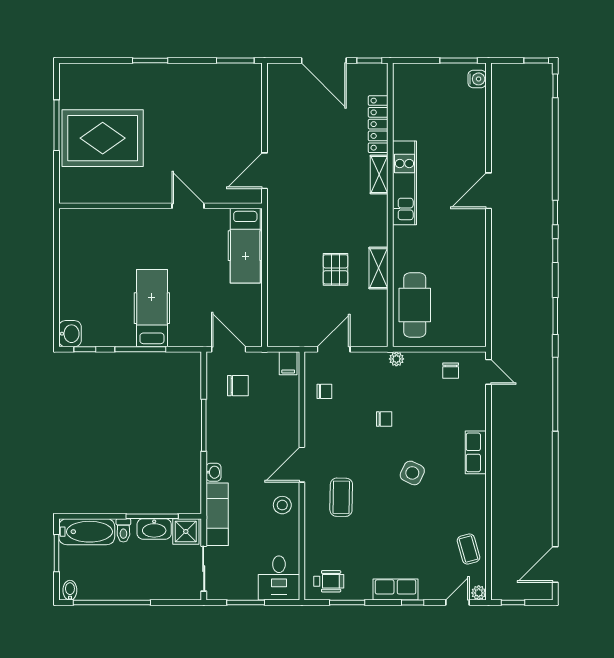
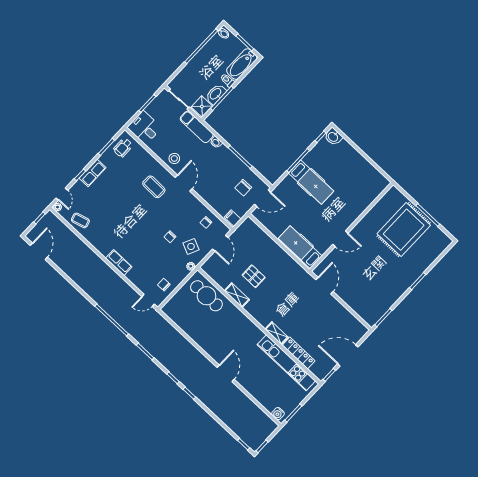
kitchen unit: (404, 183) -> (286, 363), moved, width x1.36
side table: (412, 473) -> (191, 246), moved

